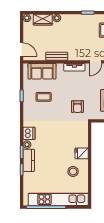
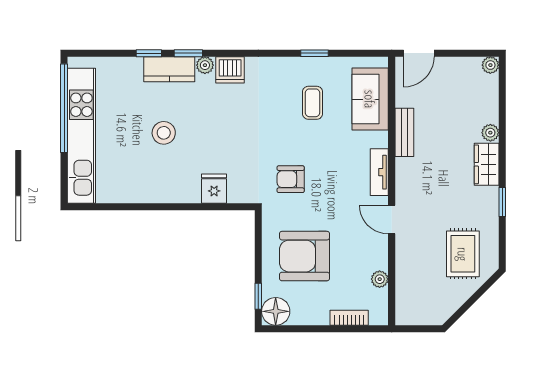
wardrobe: (43, 20) -> (487, 164), moved
fridge: (82, 153) -> (214, 189), moved
stool: (73, 171) -> (164, 133), moved

